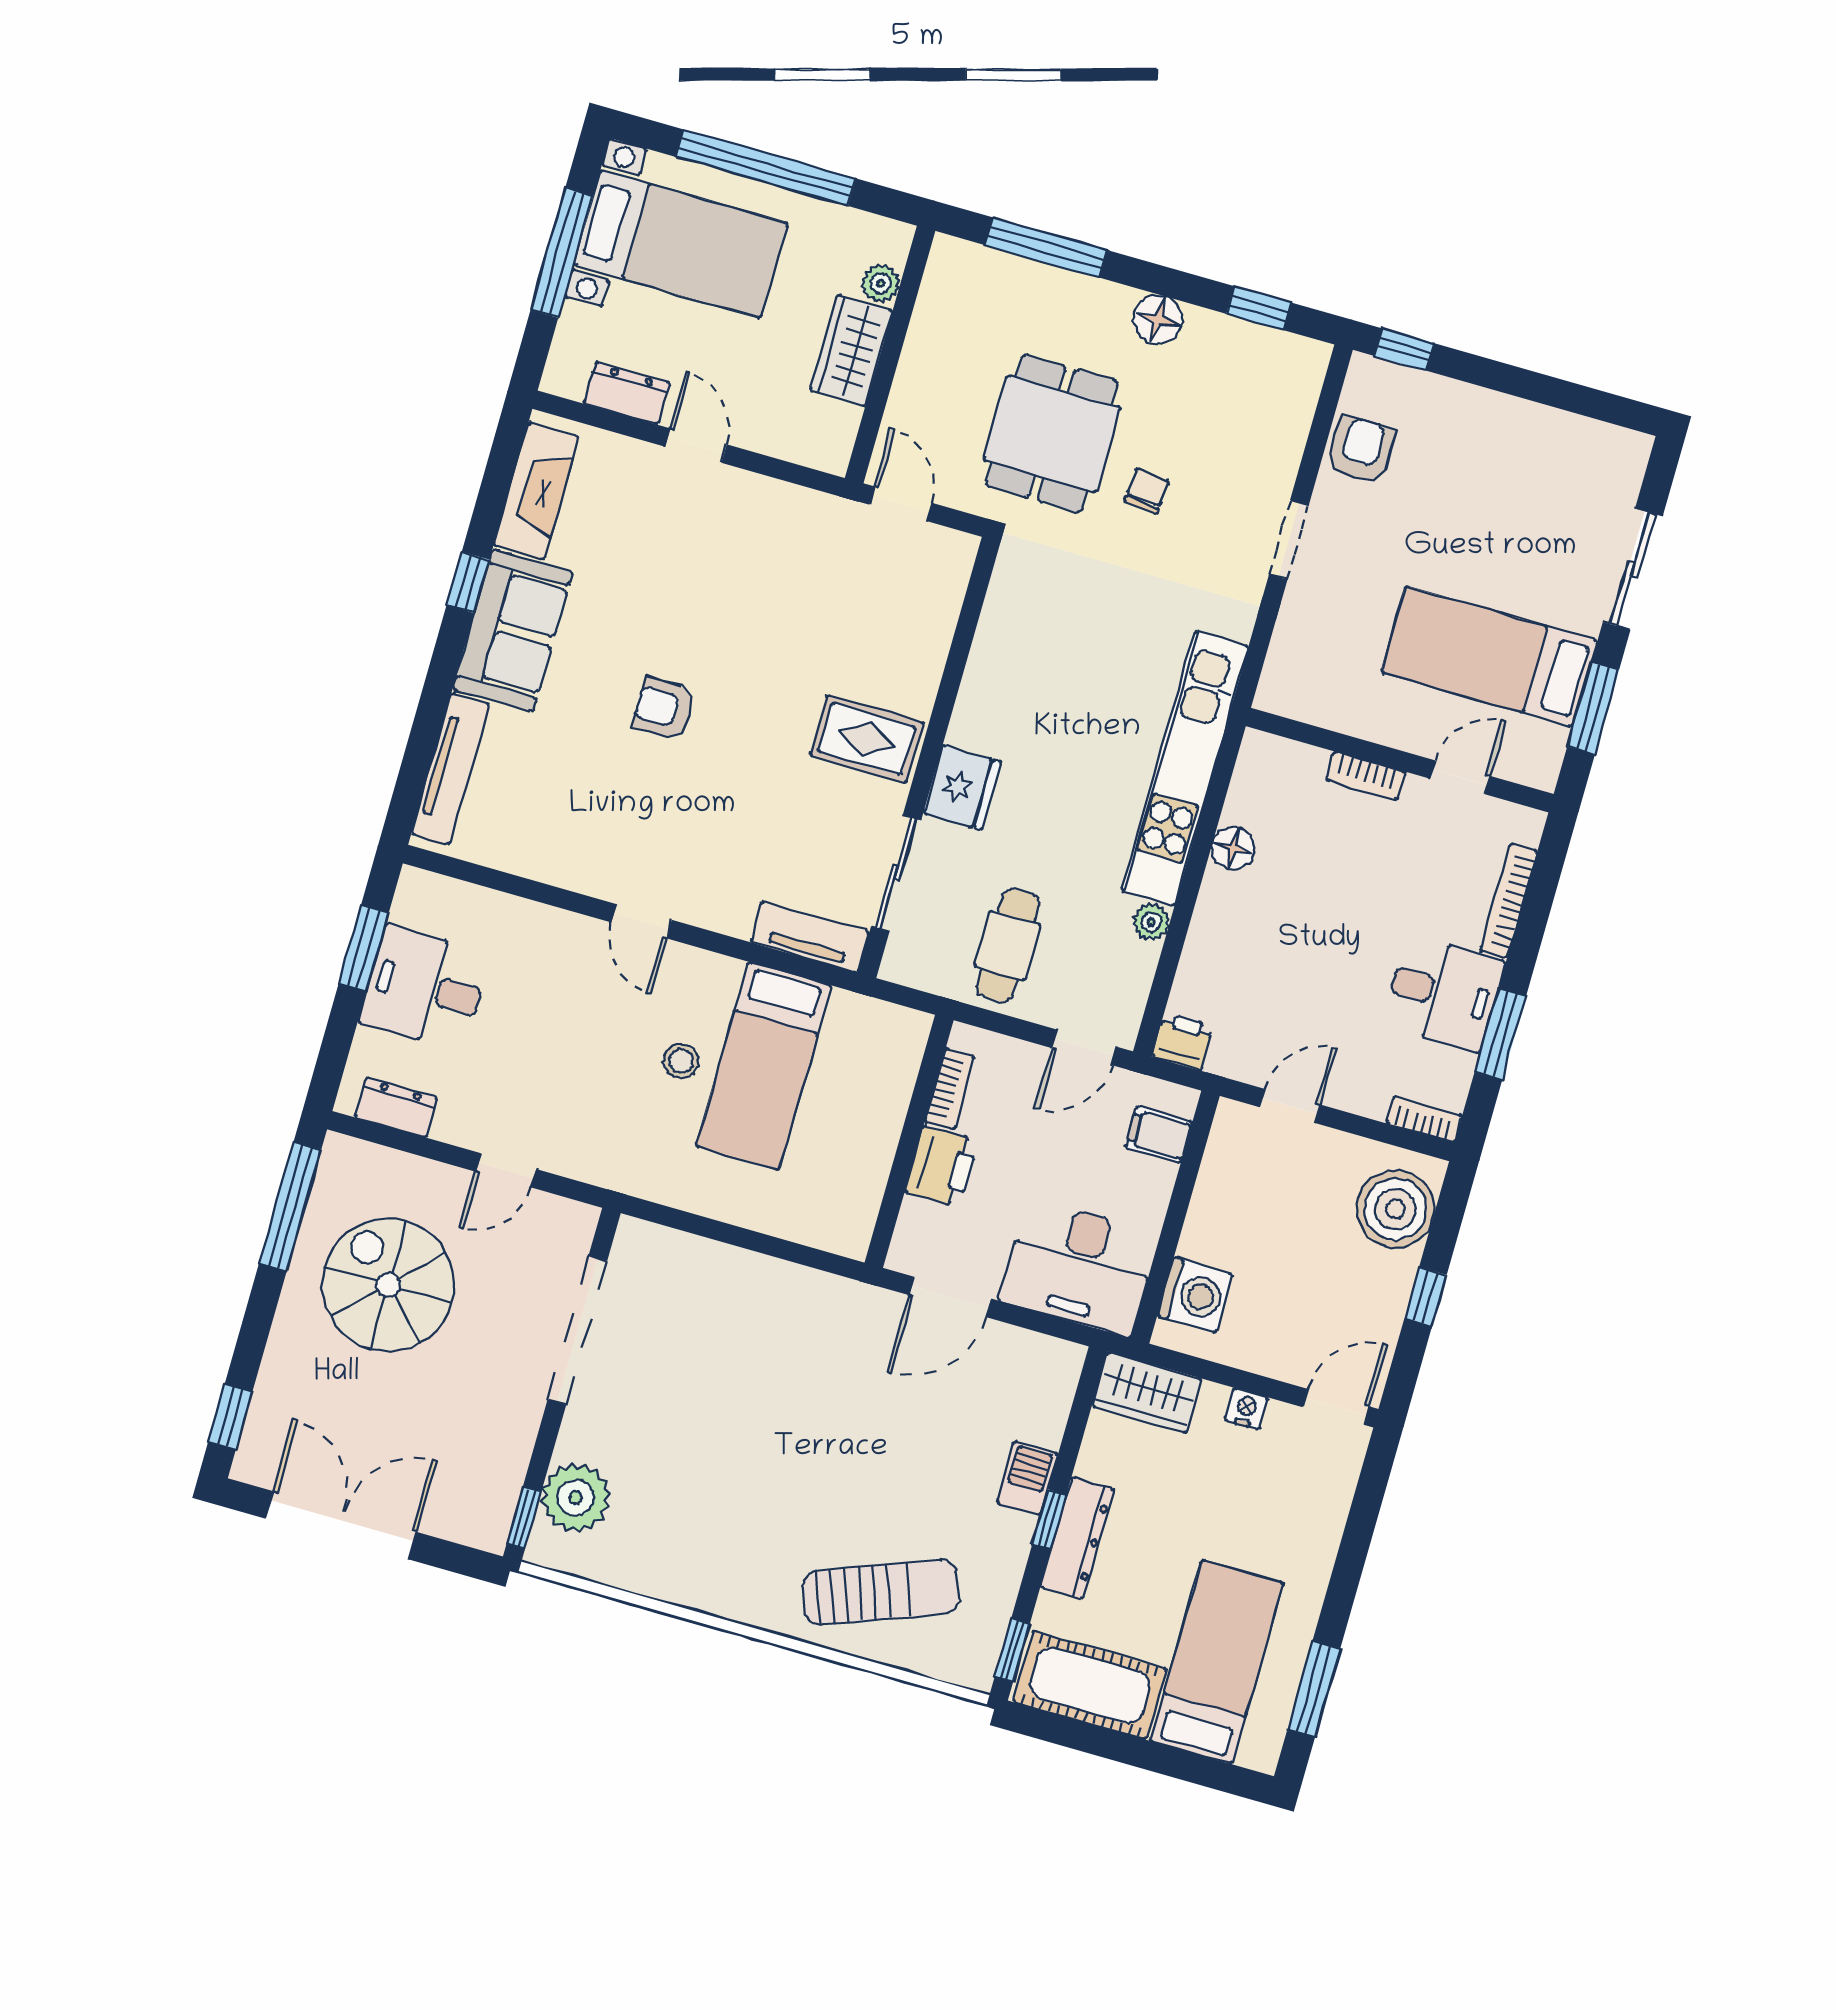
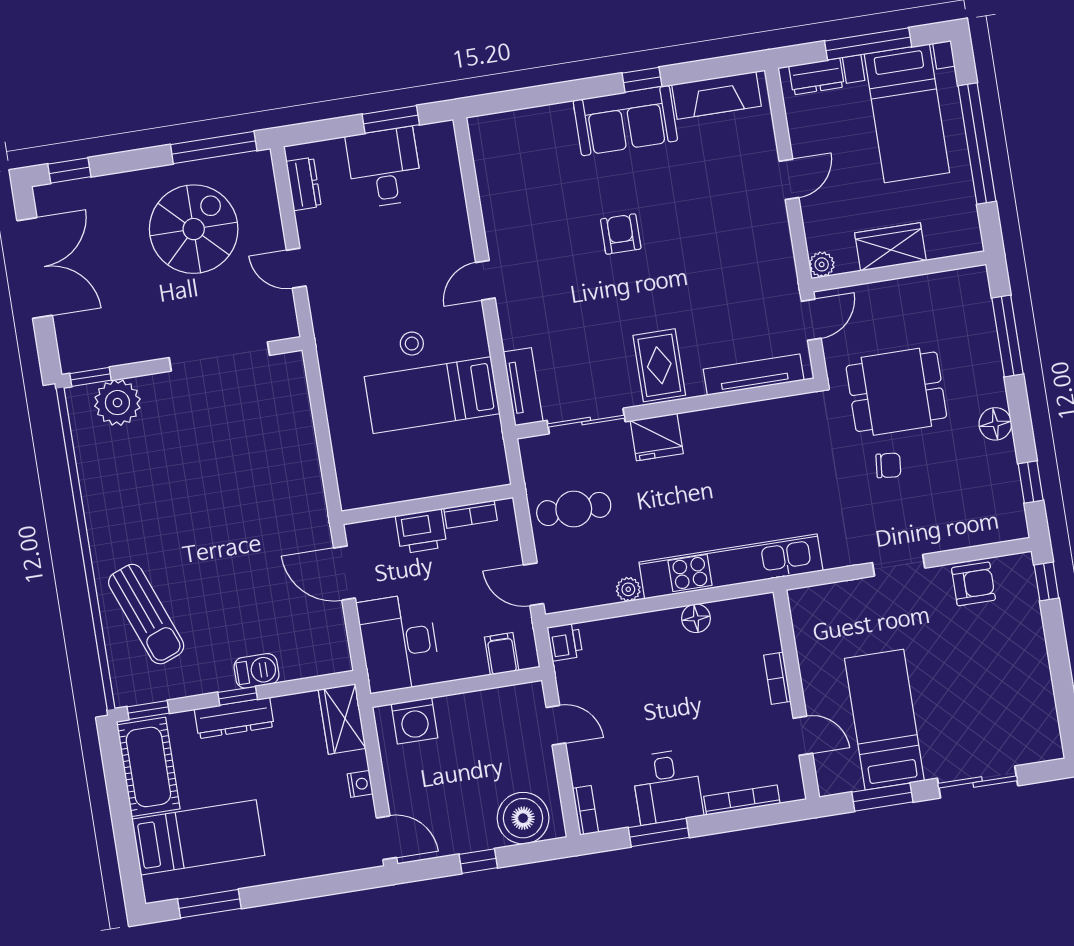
plant: (881, 283) -> (822, 264), moved
dresser: (627, 393) -> (816, 77), moved, turned 90
tv unit: (450, 769) -> (754, 375), moved, turned 180

